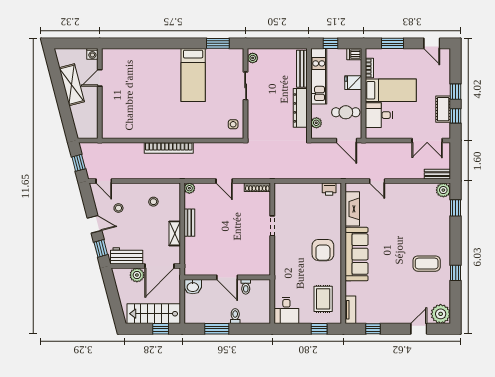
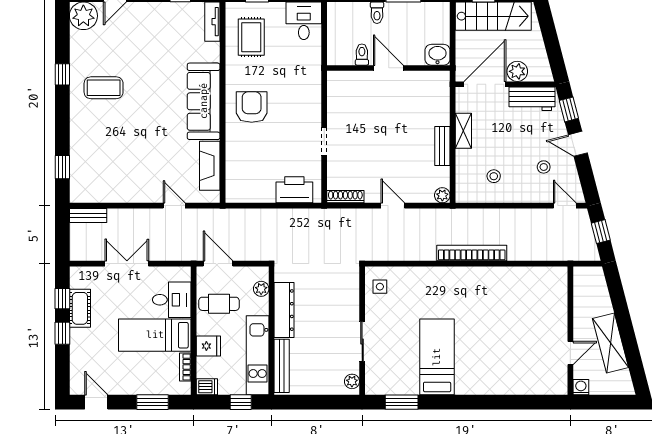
double door: (427, 140) -> (127, 264), moved
printer: (329, 189) -> (294, 190), moved, width x1.87, depth x1.48
plant: (443, 190) -> (80, 193), removed

